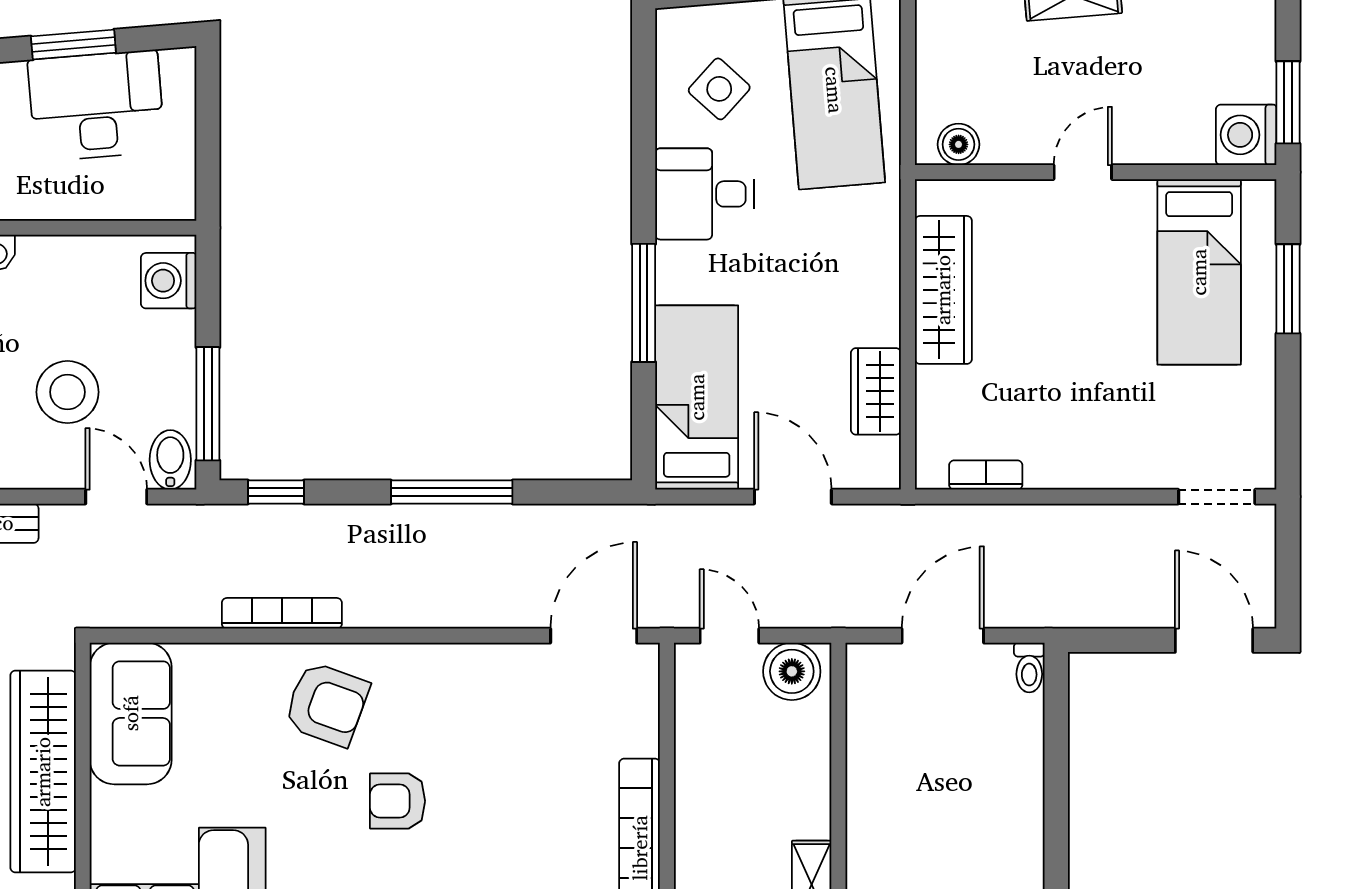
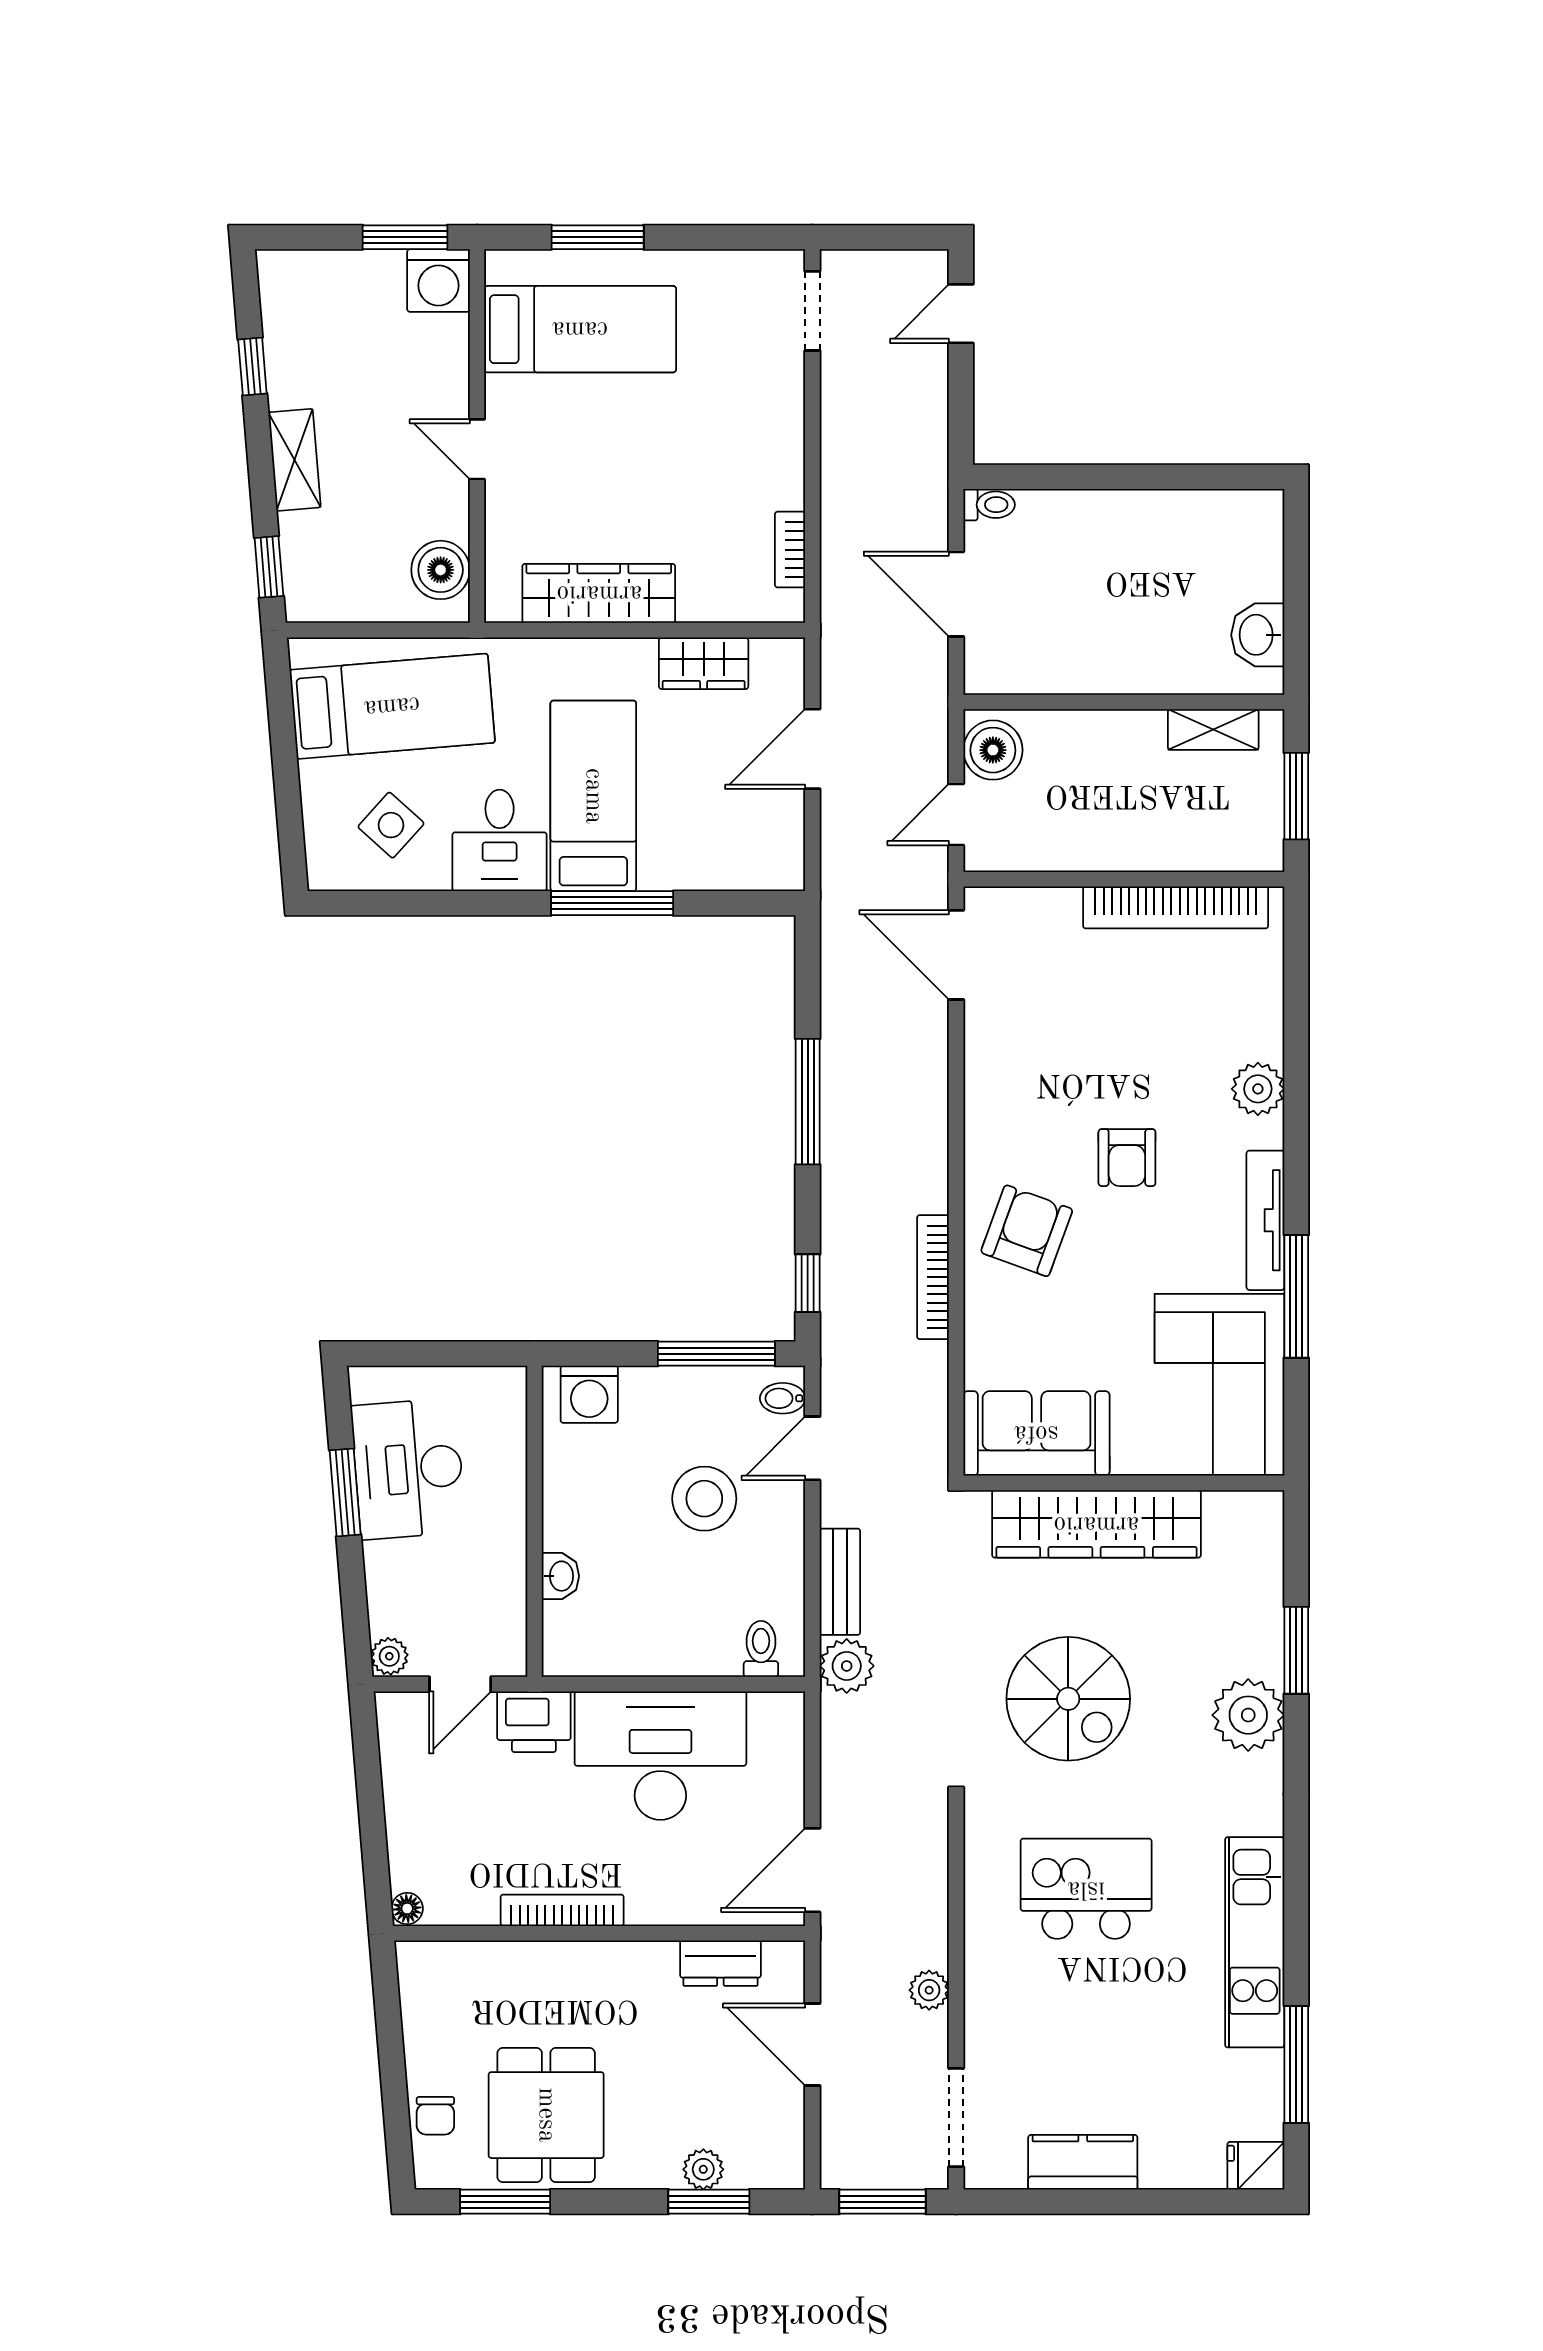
boiler: (959, 144) -> (441, 570), width x1.36, depth x1.36
bed: (697, 397) -> (593, 796), moved, turned 90
bidet: (170, 460) -> (783, 1398), width x0.72, depth x0.74
door: (1214, 640) -> (961, 314), width x0.73

